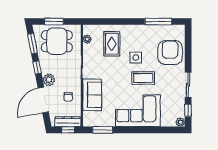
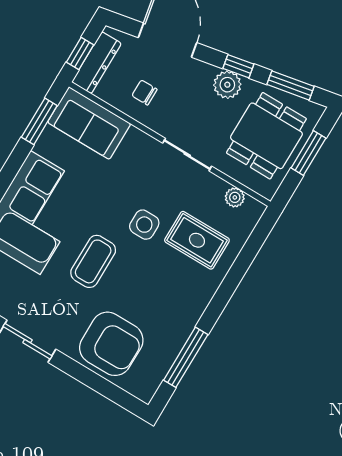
side table: (136, 58) -> (144, 225), moved
plant: (49, 80) -> (227, 85), moved
sofa: (92, 95) -> (89, 123), moved

